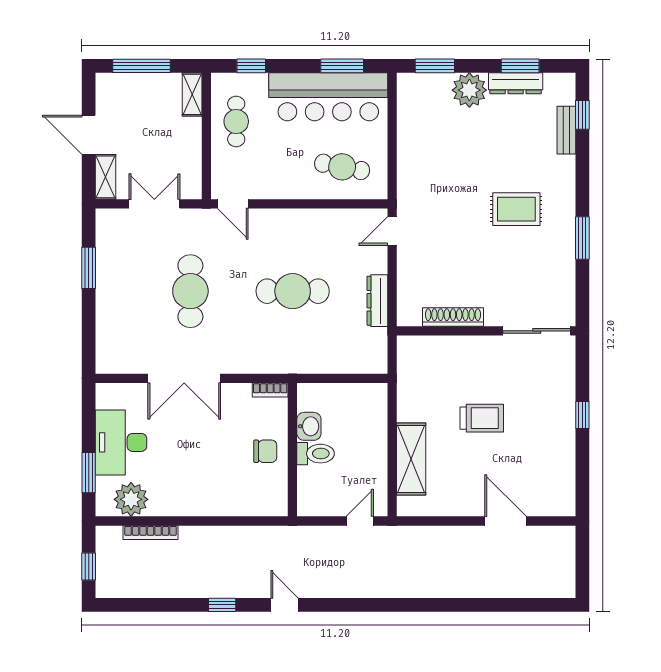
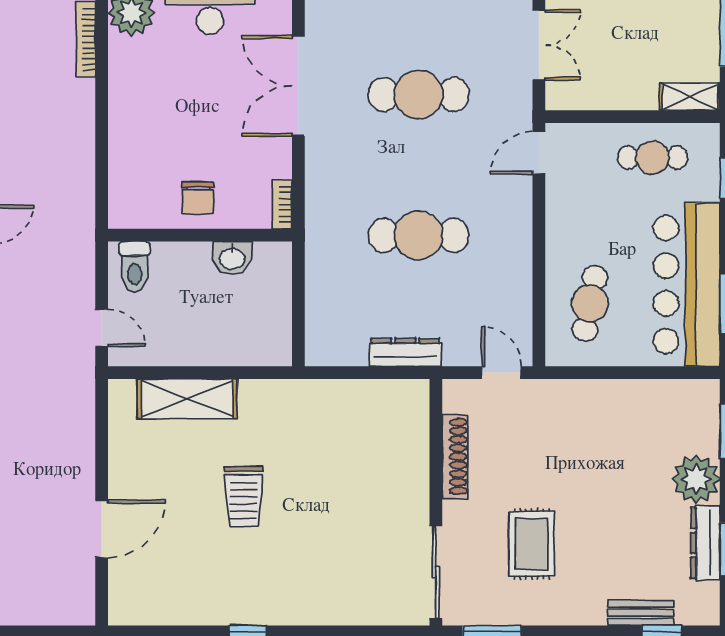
cafe table: (293, 291) -> (419, 235), turned 90
shoe rack: (453, 317) -> (455, 457), moved
wall: (486, 331) -> (436, 502), moved
sliding door: (537, 331) -> (436, 572), moved
toilet: (316, 454) -> (135, 267), moved

